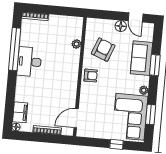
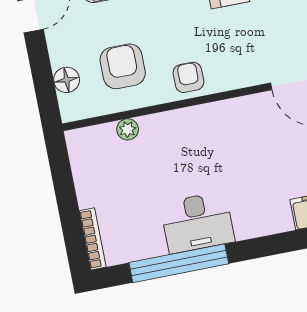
floor lamp: (121, 26) -> (67, 80), moved
armchair: (103, 50) -> (123, 66), turned 69

